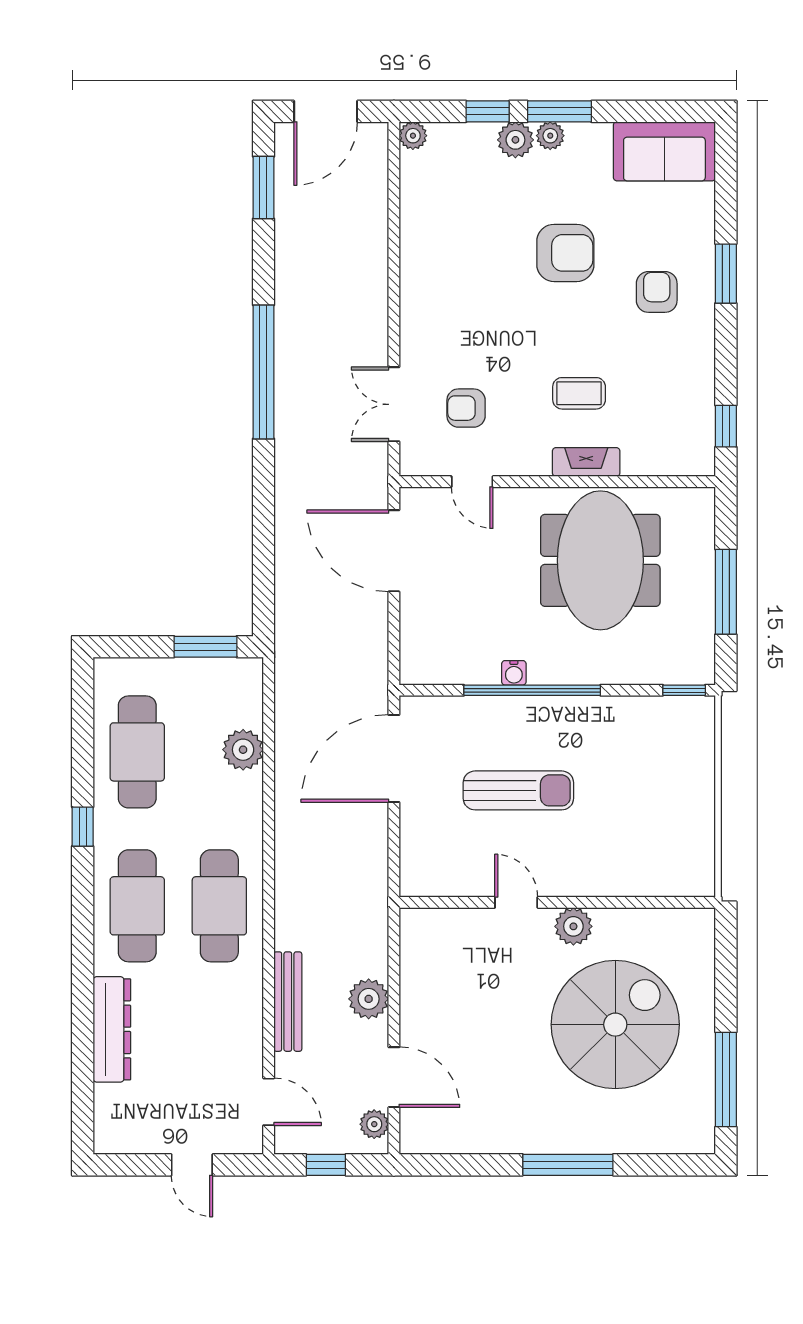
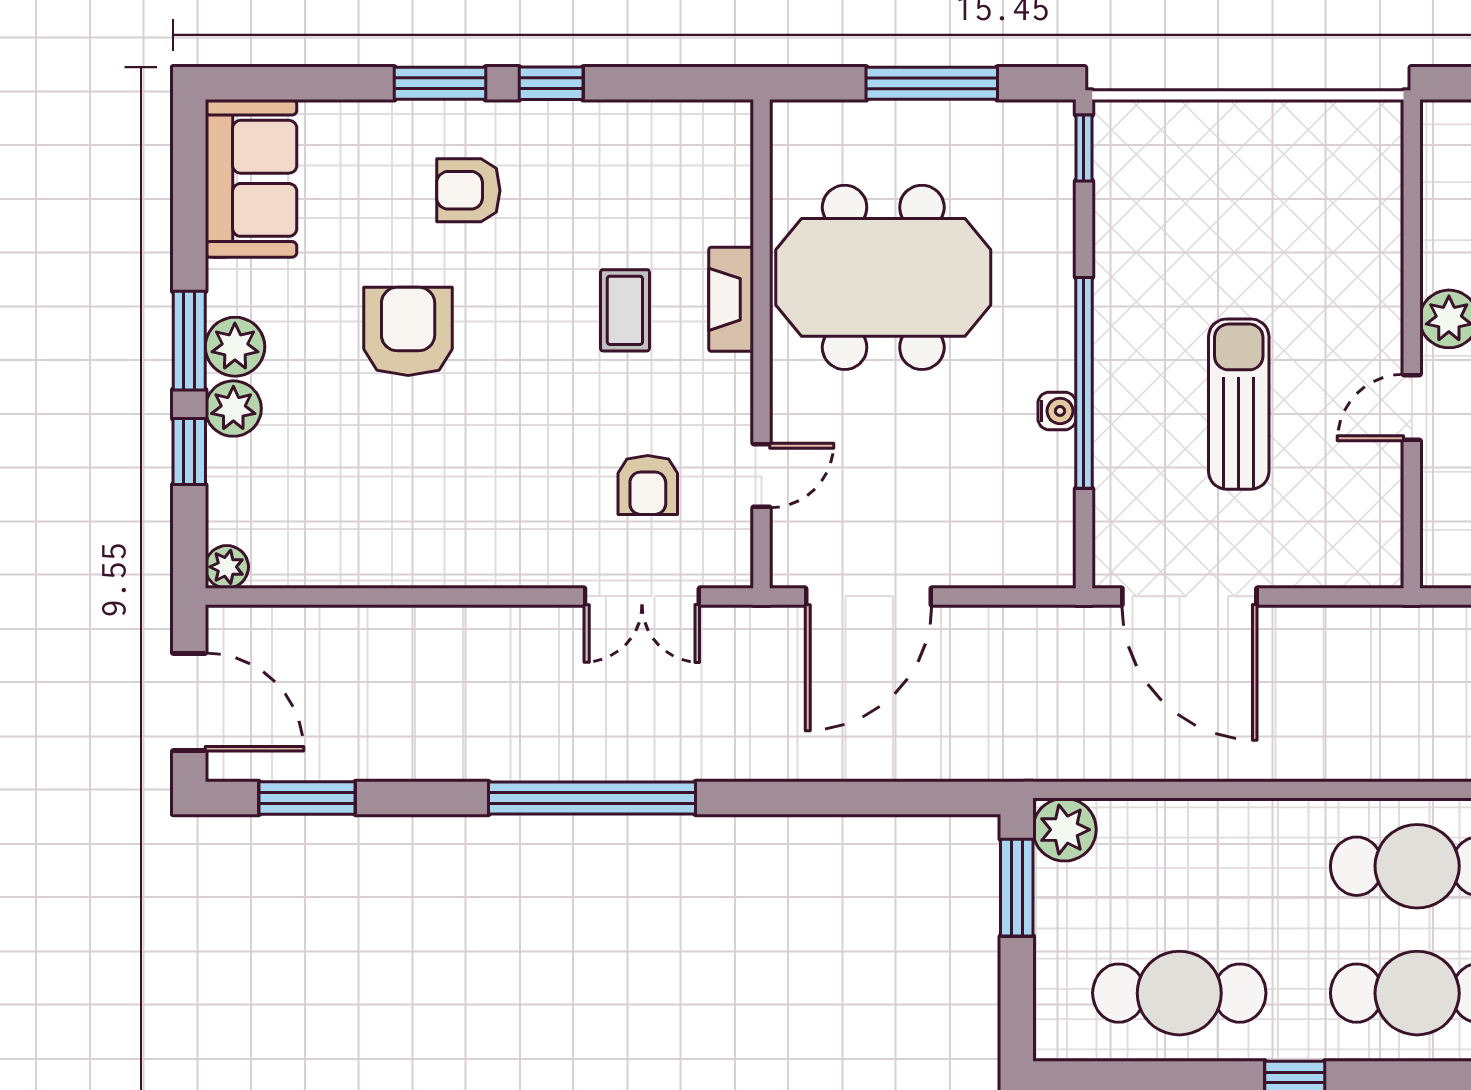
plant: (550, 136) -> (235, 347), width x1.38, depth x1.38
window: (726, 426) -> (551, 83), moved
plant: (243, 750) -> (1064, 830), moved

